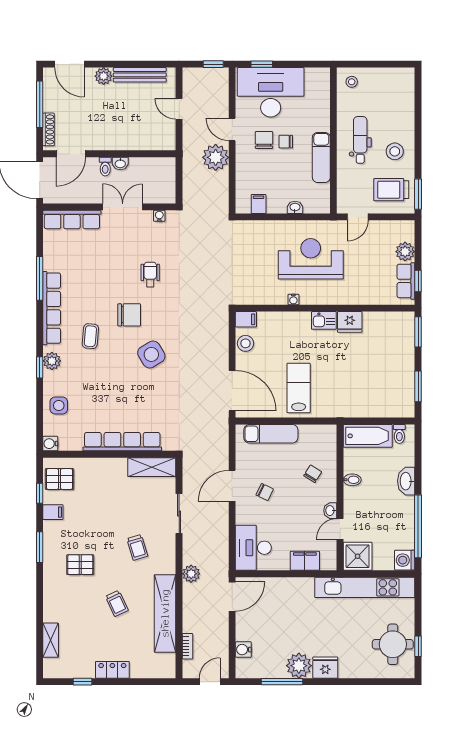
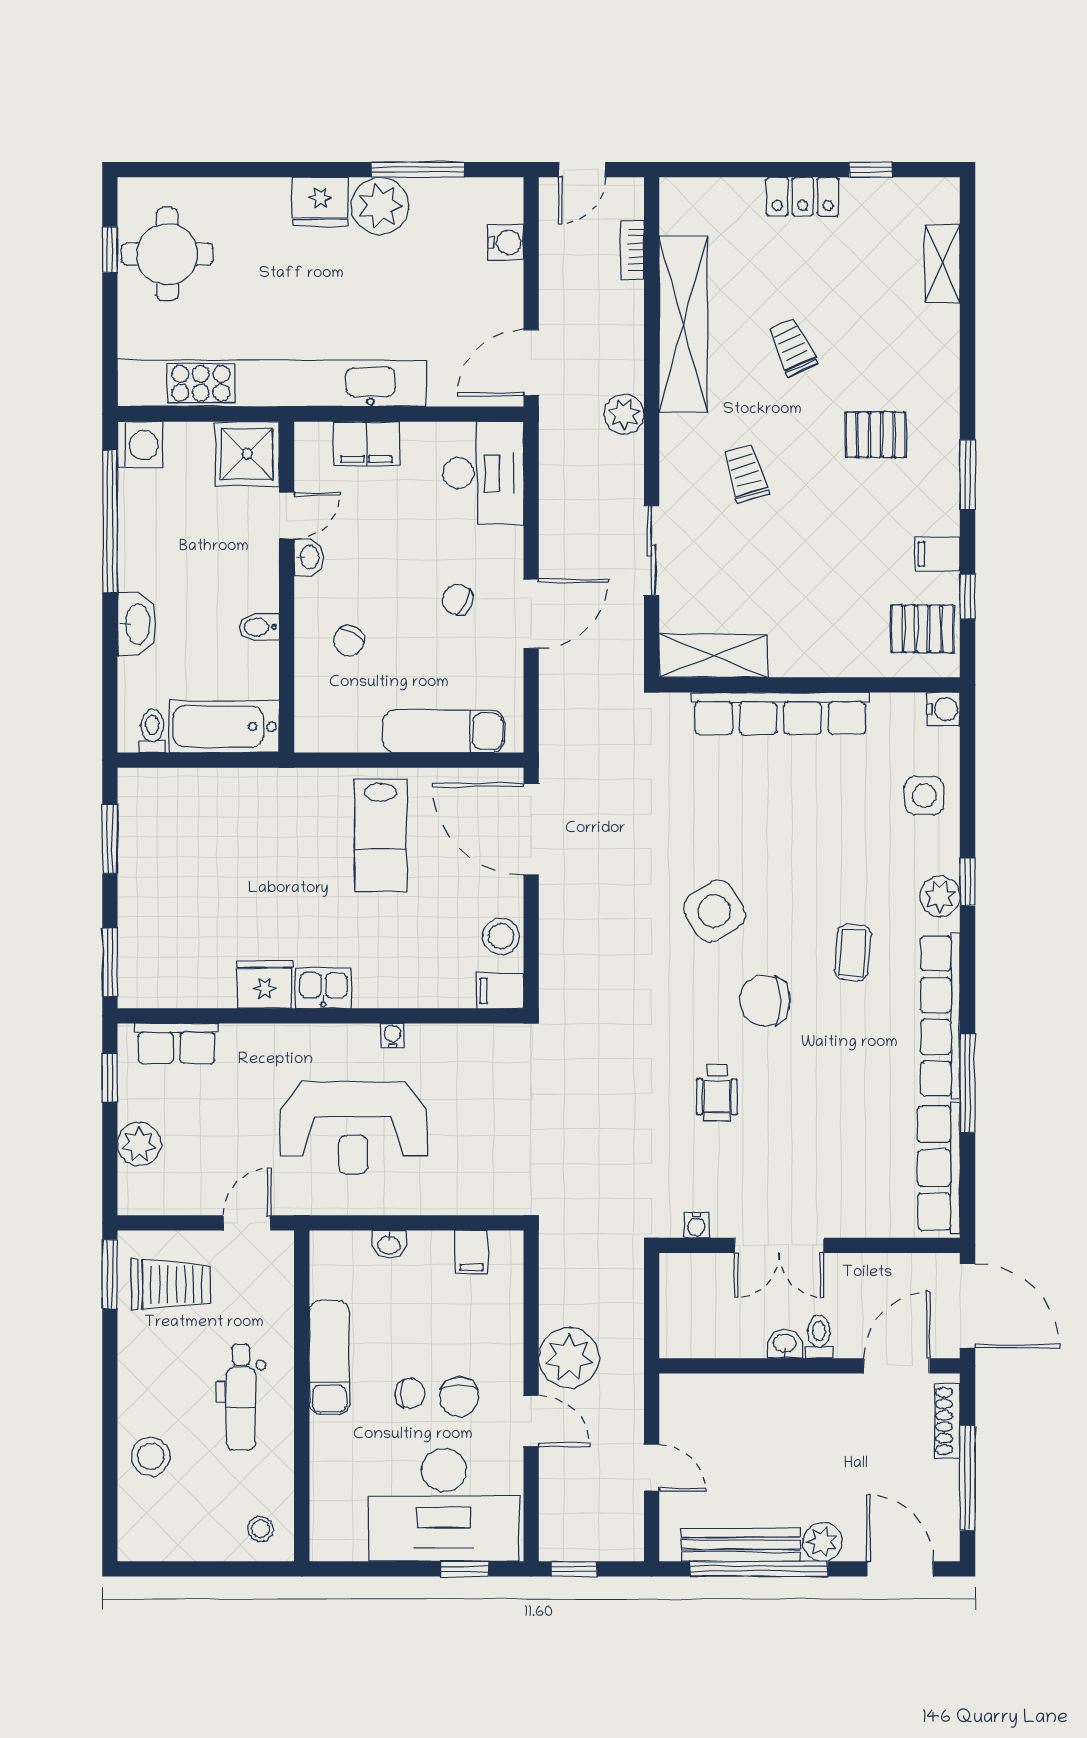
window: (132, 64) -> (759, 1569), added
stool: (395, 151) -> (151, 1457), moved
row of seats: (72, 220) -> (939, 1168), moved, turned -90
row of seats: (406, 281) -> (177, 1043), moved, turned 90
kitchen unit: (365, 587) -> (272, 383), width x1.36

